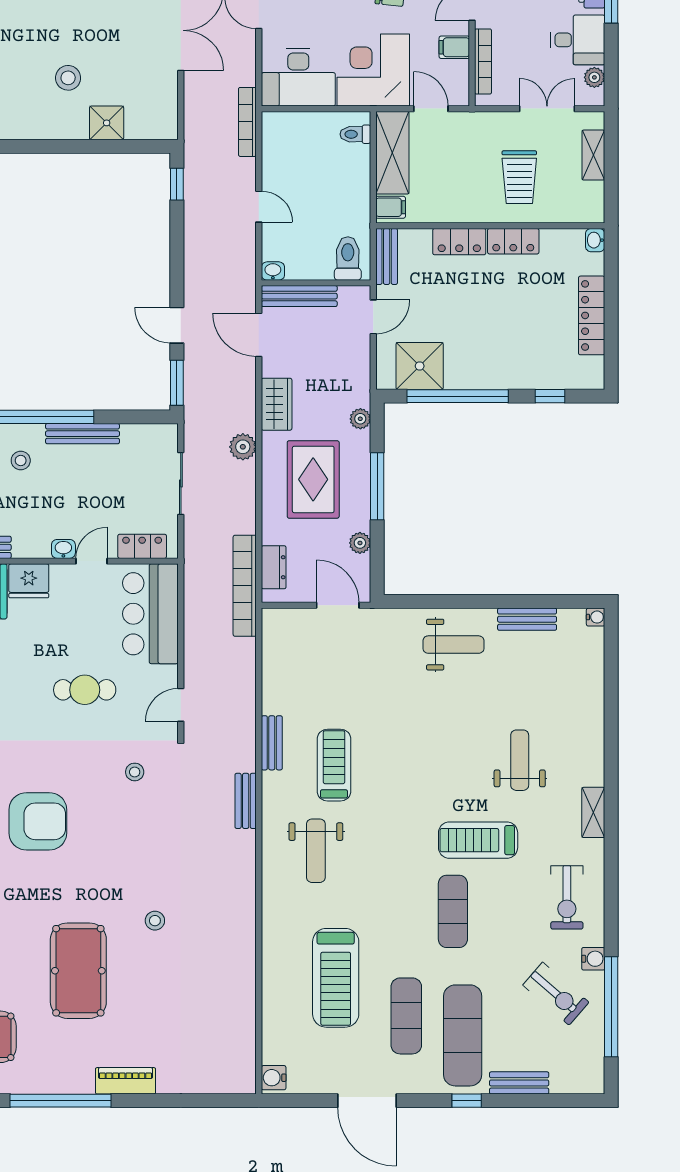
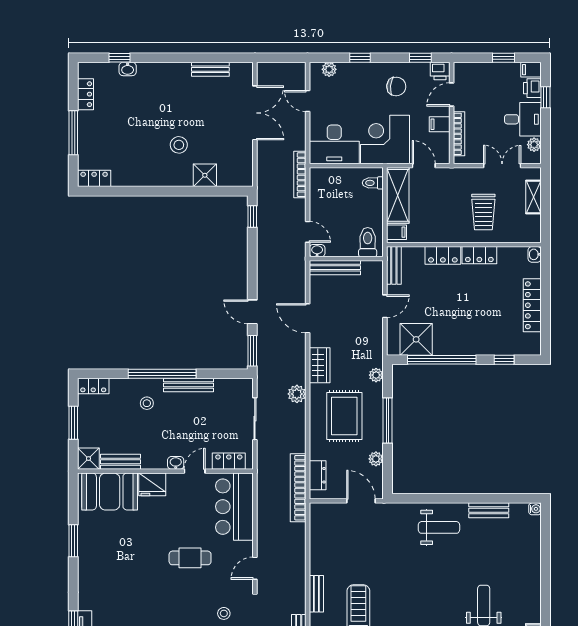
toilet: (348, 258) -> (368, 242), moved
washbasin: (273, 271) -> (317, 251), moved
wall: (316, 283) -> (346, 259), moved
bench: (299, 296) -> (335, 268), moved

